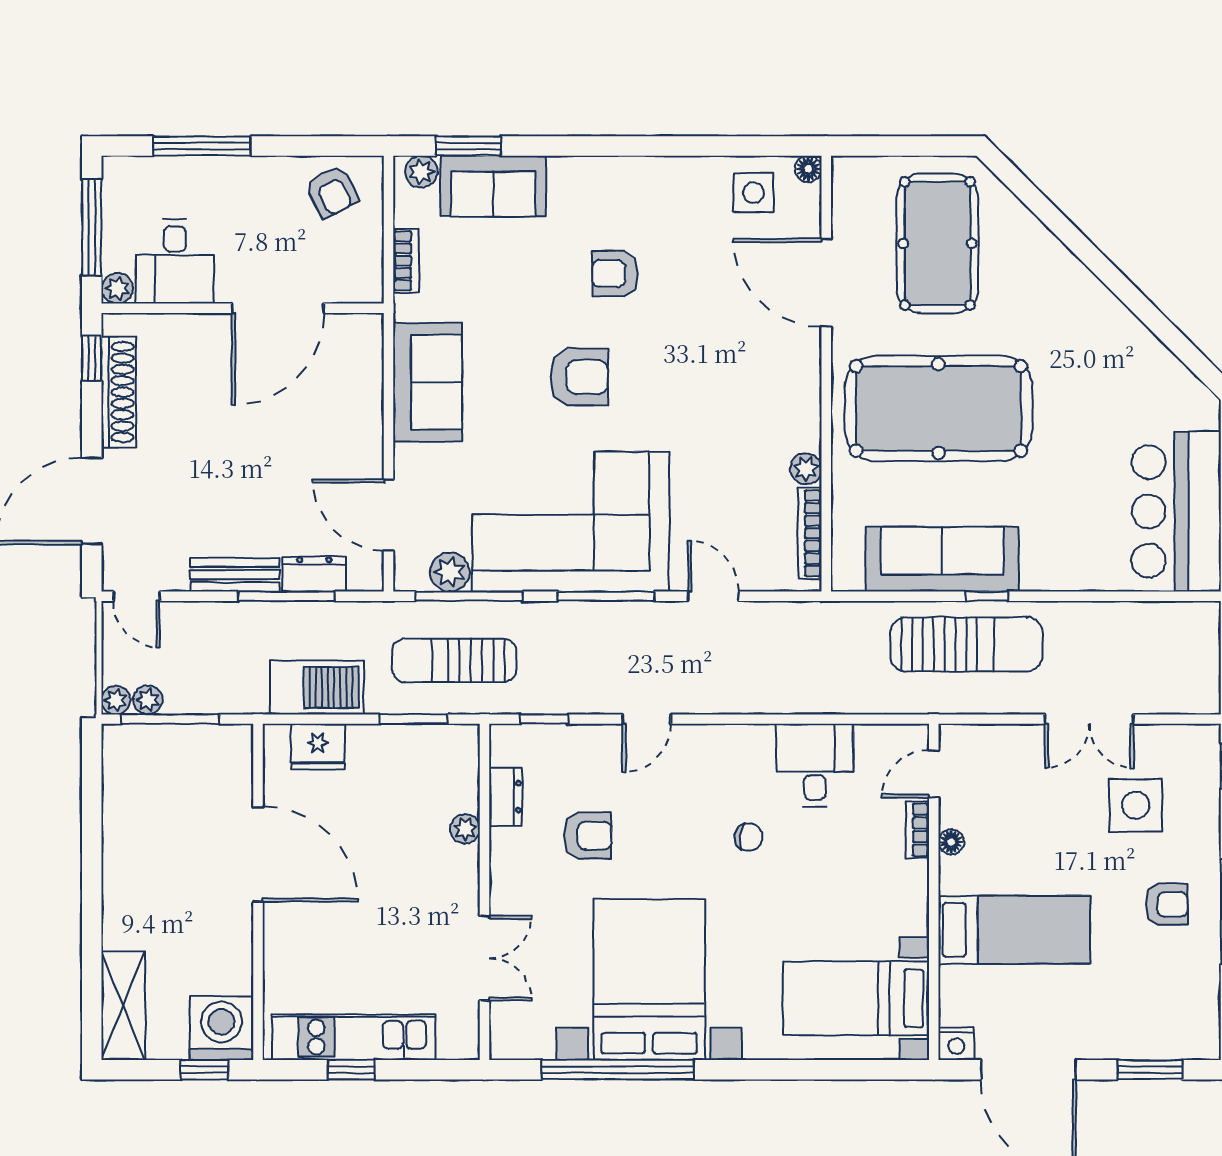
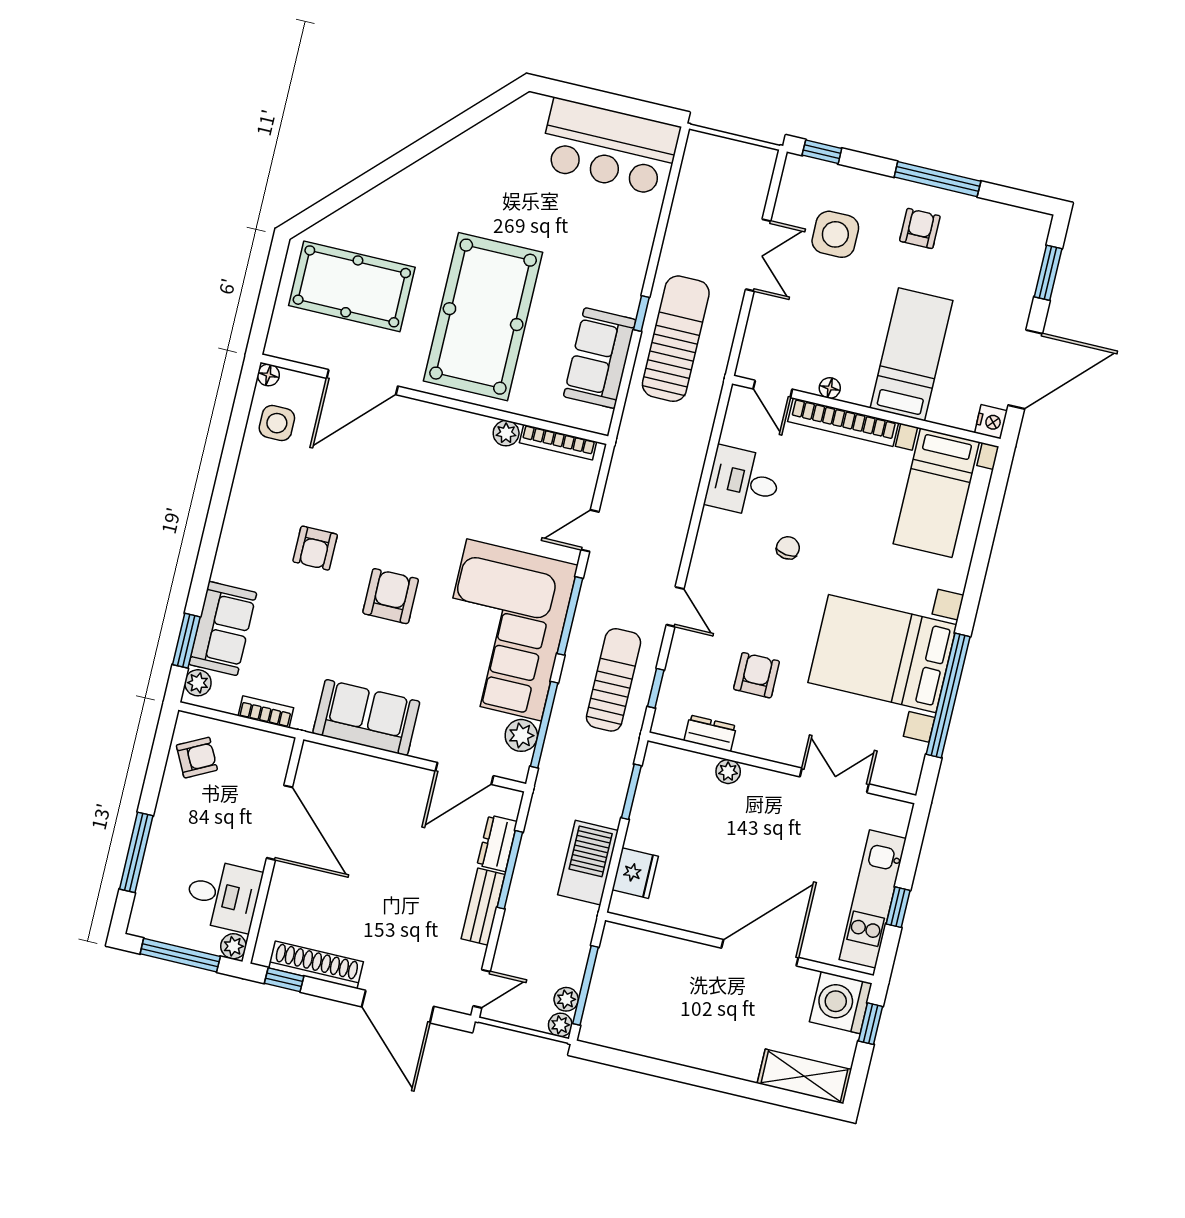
sofa: (942, 559) -> (600, 358), width x0.73
sun lounger: (454, 660) -> (614, 680), moved, turned 180
bookcase: (918, 830) -> (843, 422), width x2.31, depth x1.31
door: (258, 854) -> (760, 953), moved

